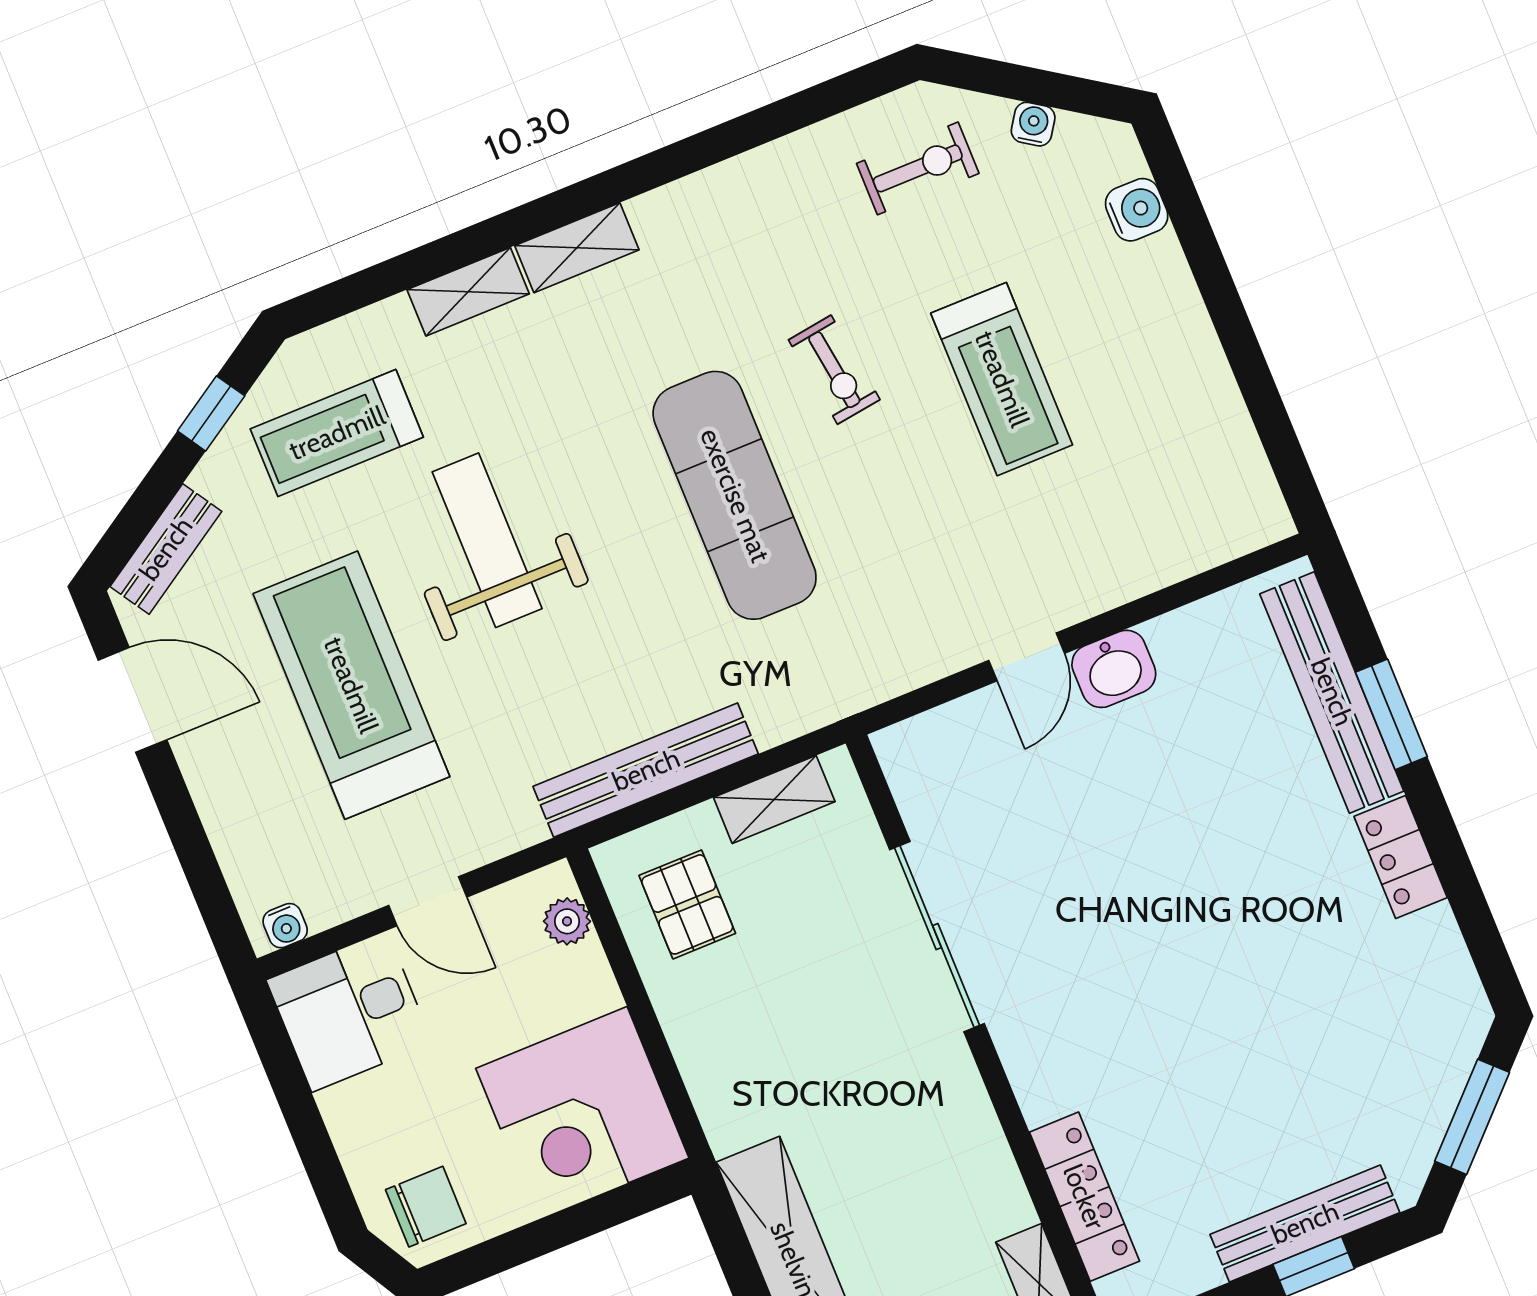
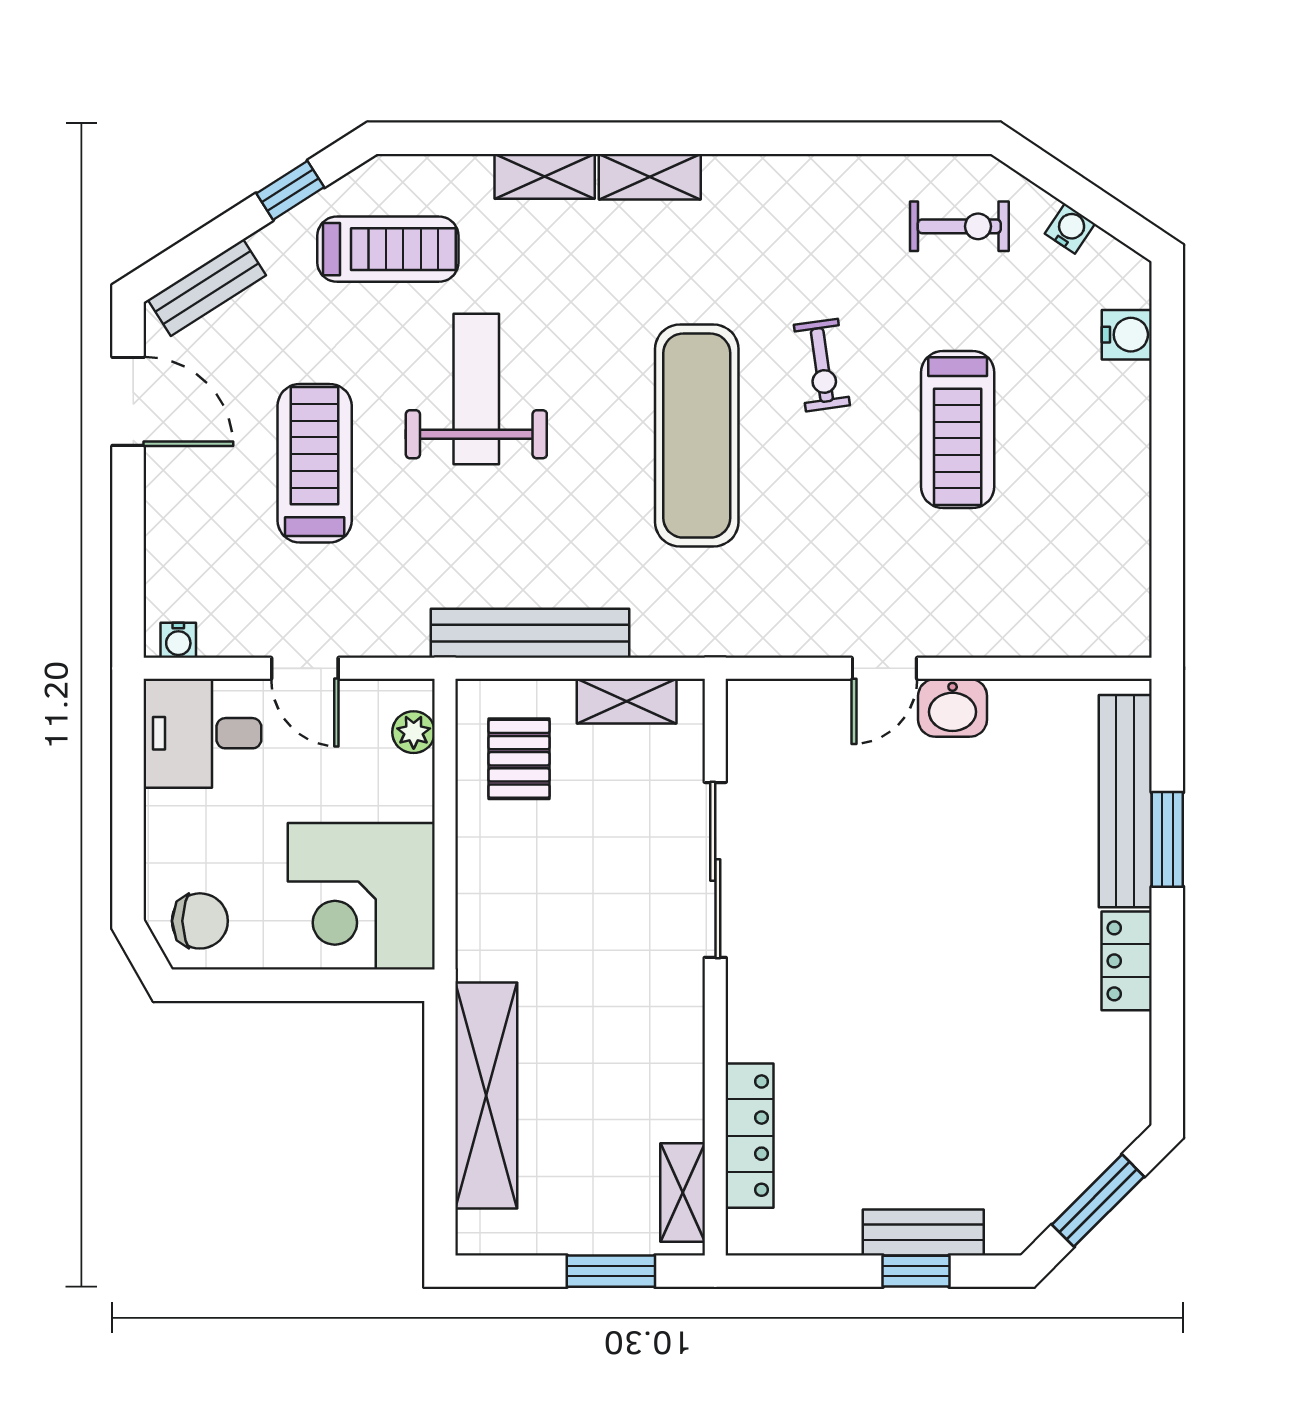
treadmill: (337, 433) -> (388, 249), turned 180
treadmill: (351, 685) -> (315, 463), width x0.73, depth x0.73
bench: (1305, 1223) -> (923, 1232), width x0.73

